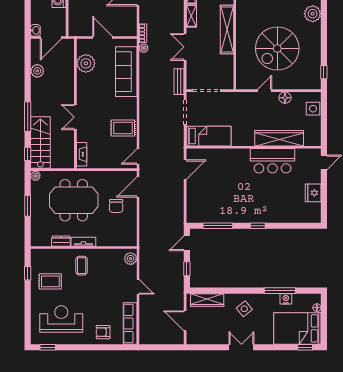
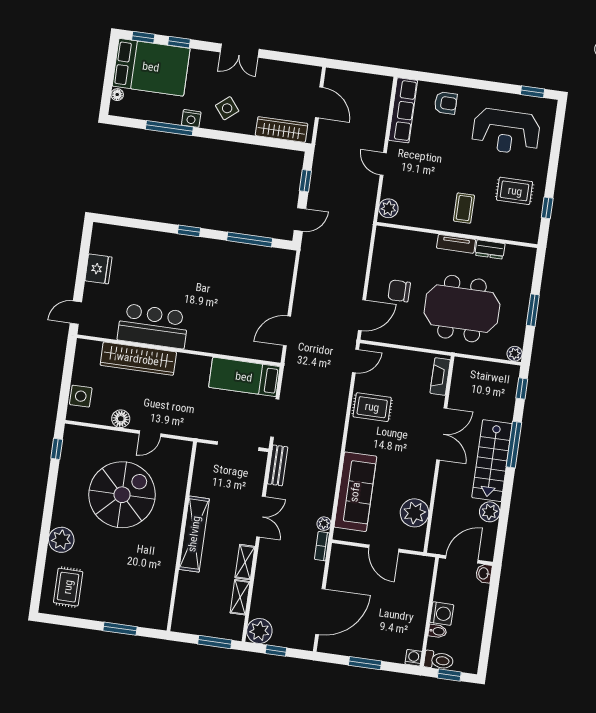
double door: (75, 117) -> (442, 434), width x1.37
stairs: (40, 143) -> (492, 461), moved
chair: (116, 206) -> (399, 291), turned -90
nightstand: (286, 299) -> (191, 118), moved
window: (282, 347) -> (179, 42), added

